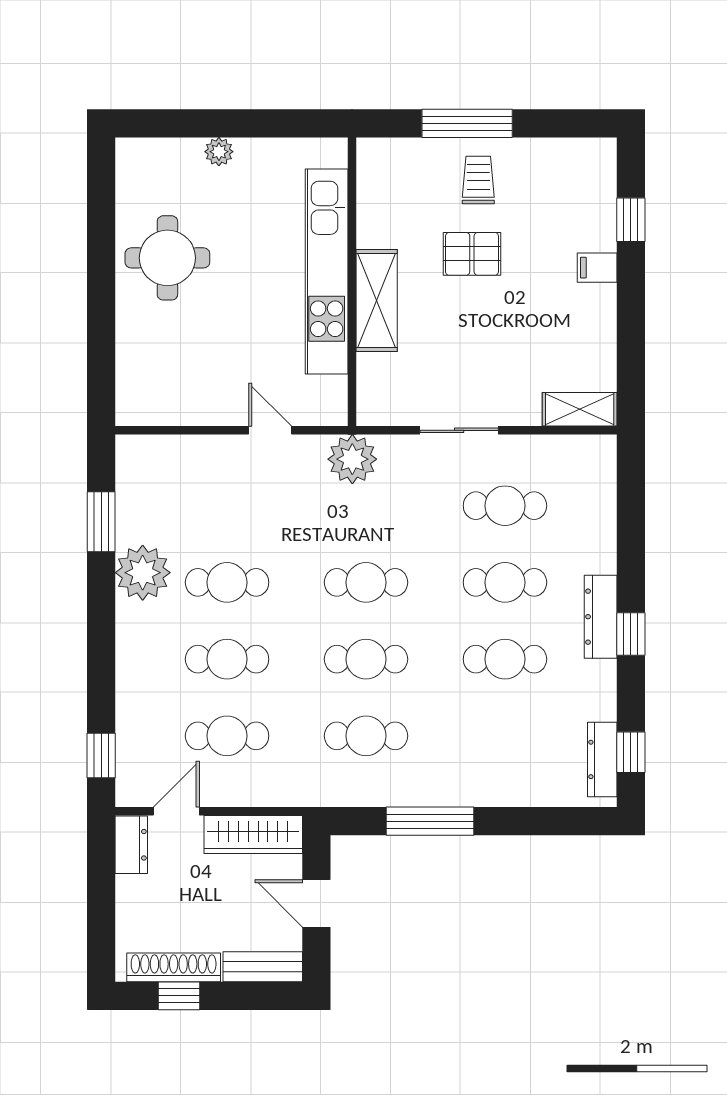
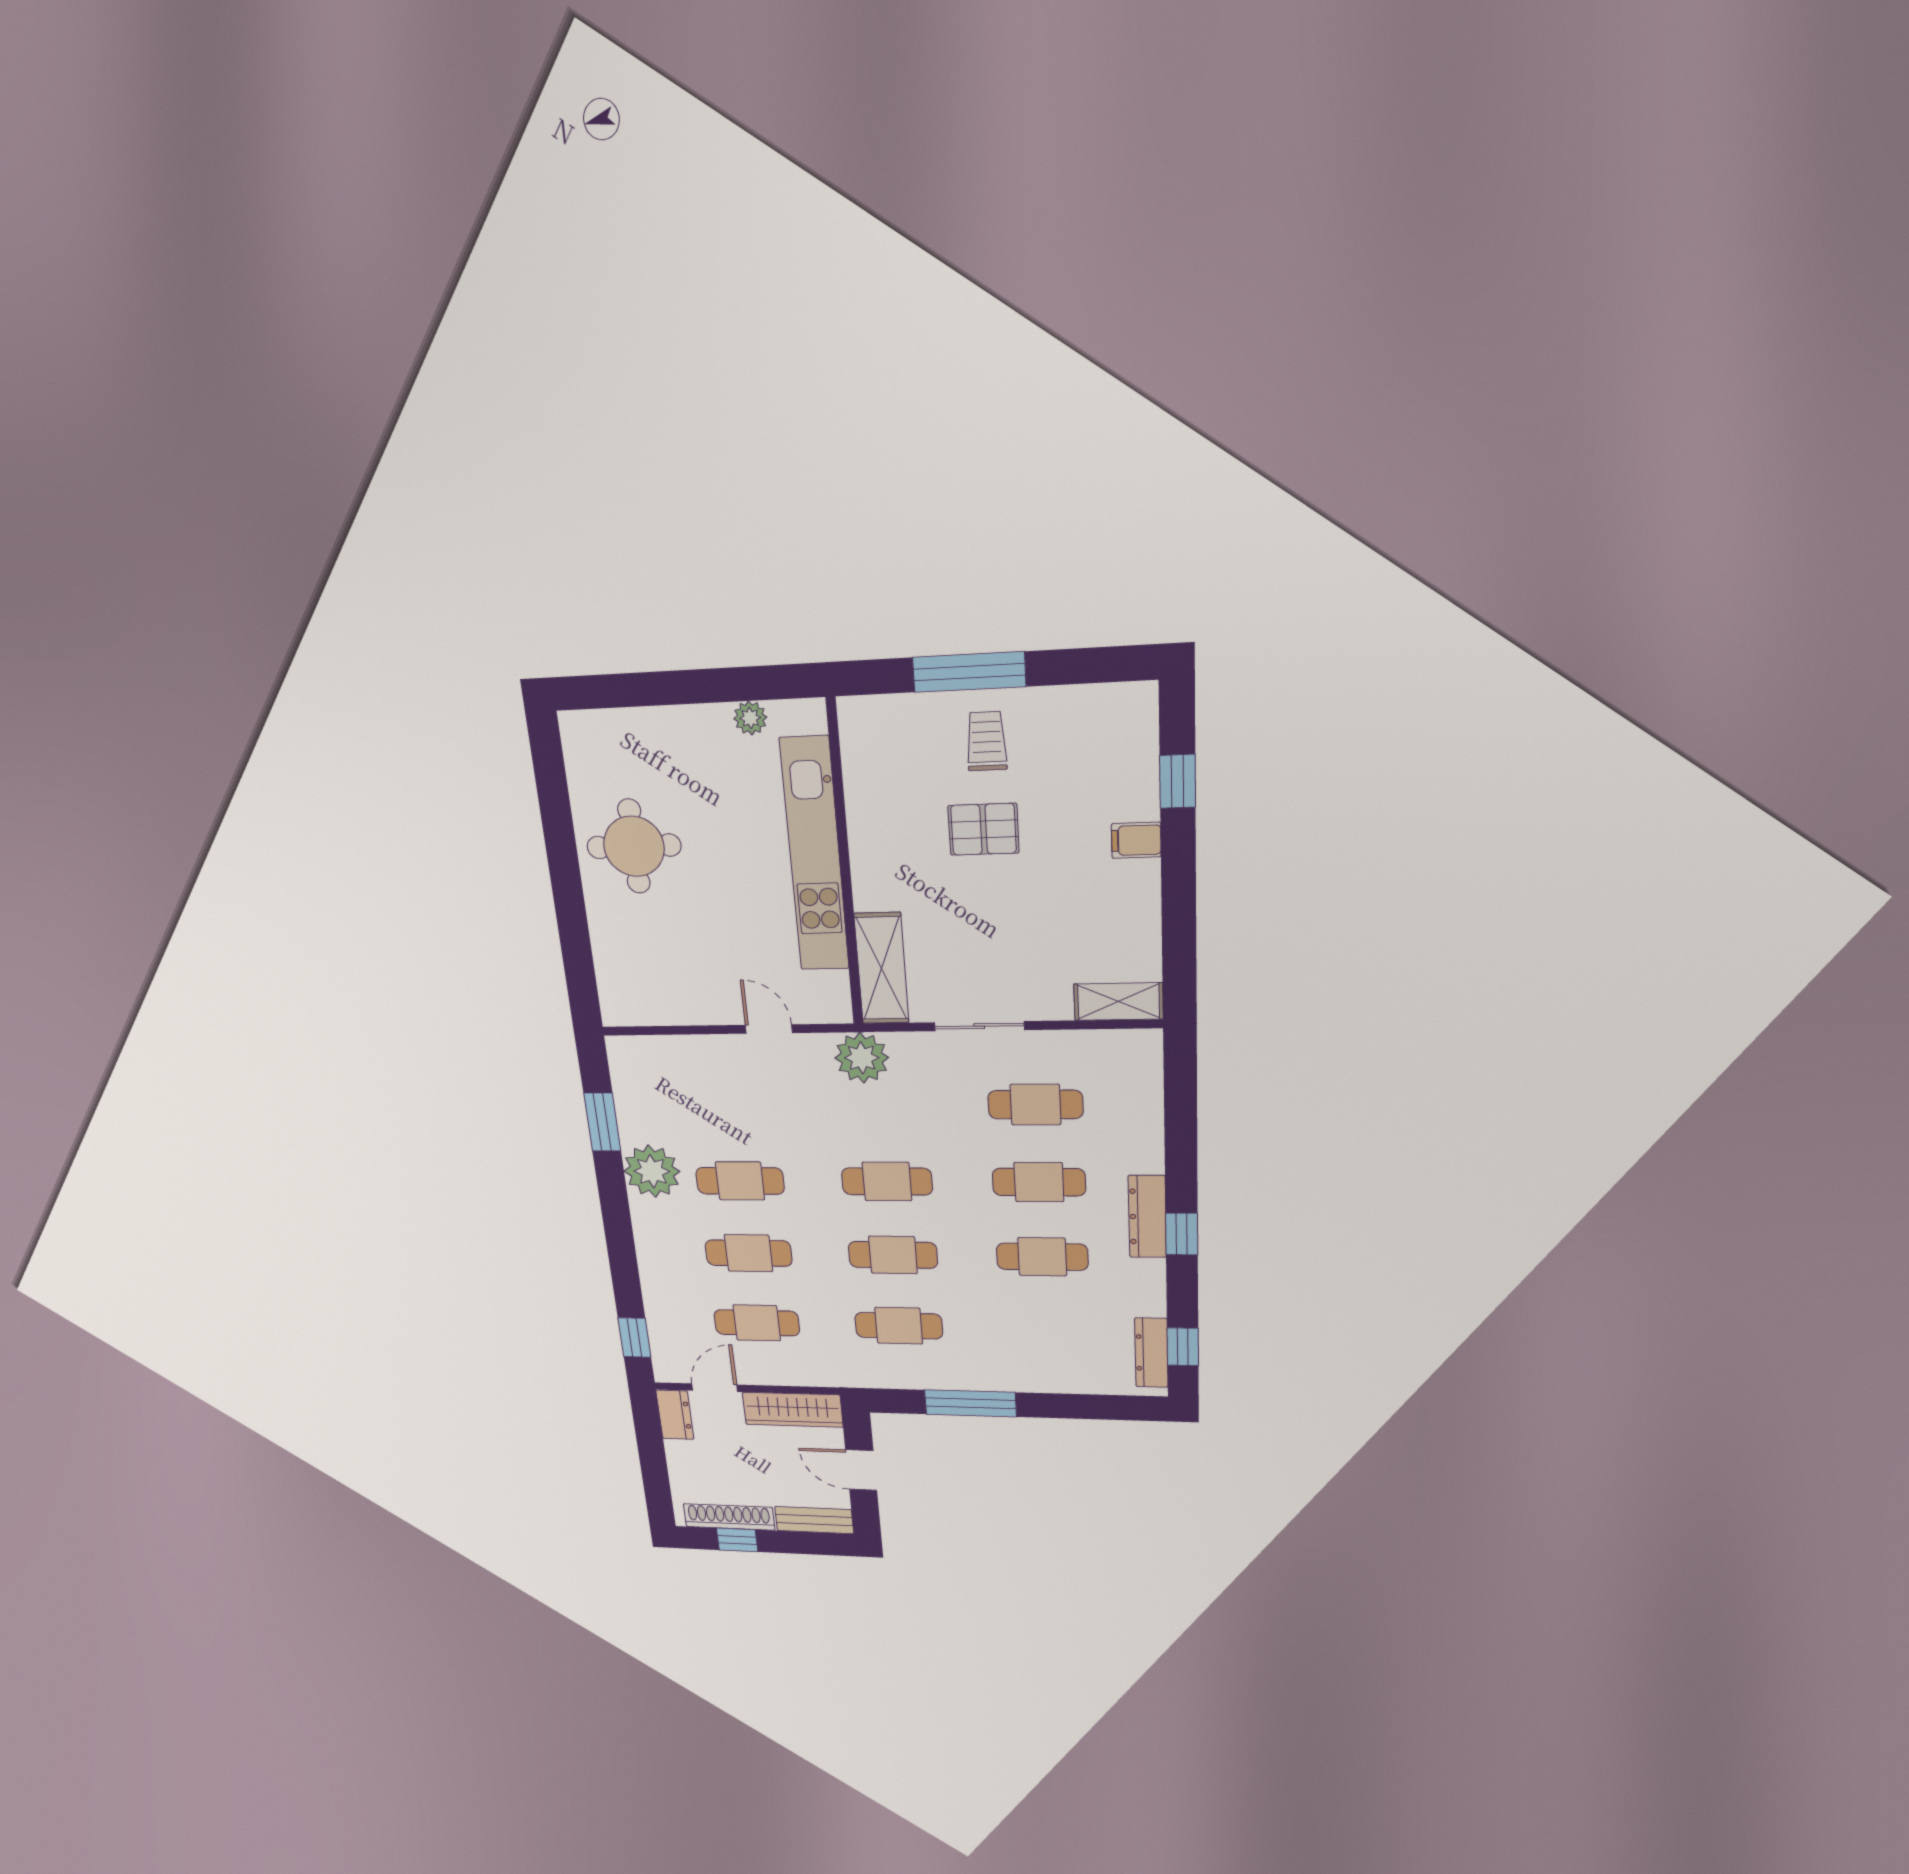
plant: (219, 152) -> (750, 718), moved
shelving: (377, 301) -> (882, 968), moved

